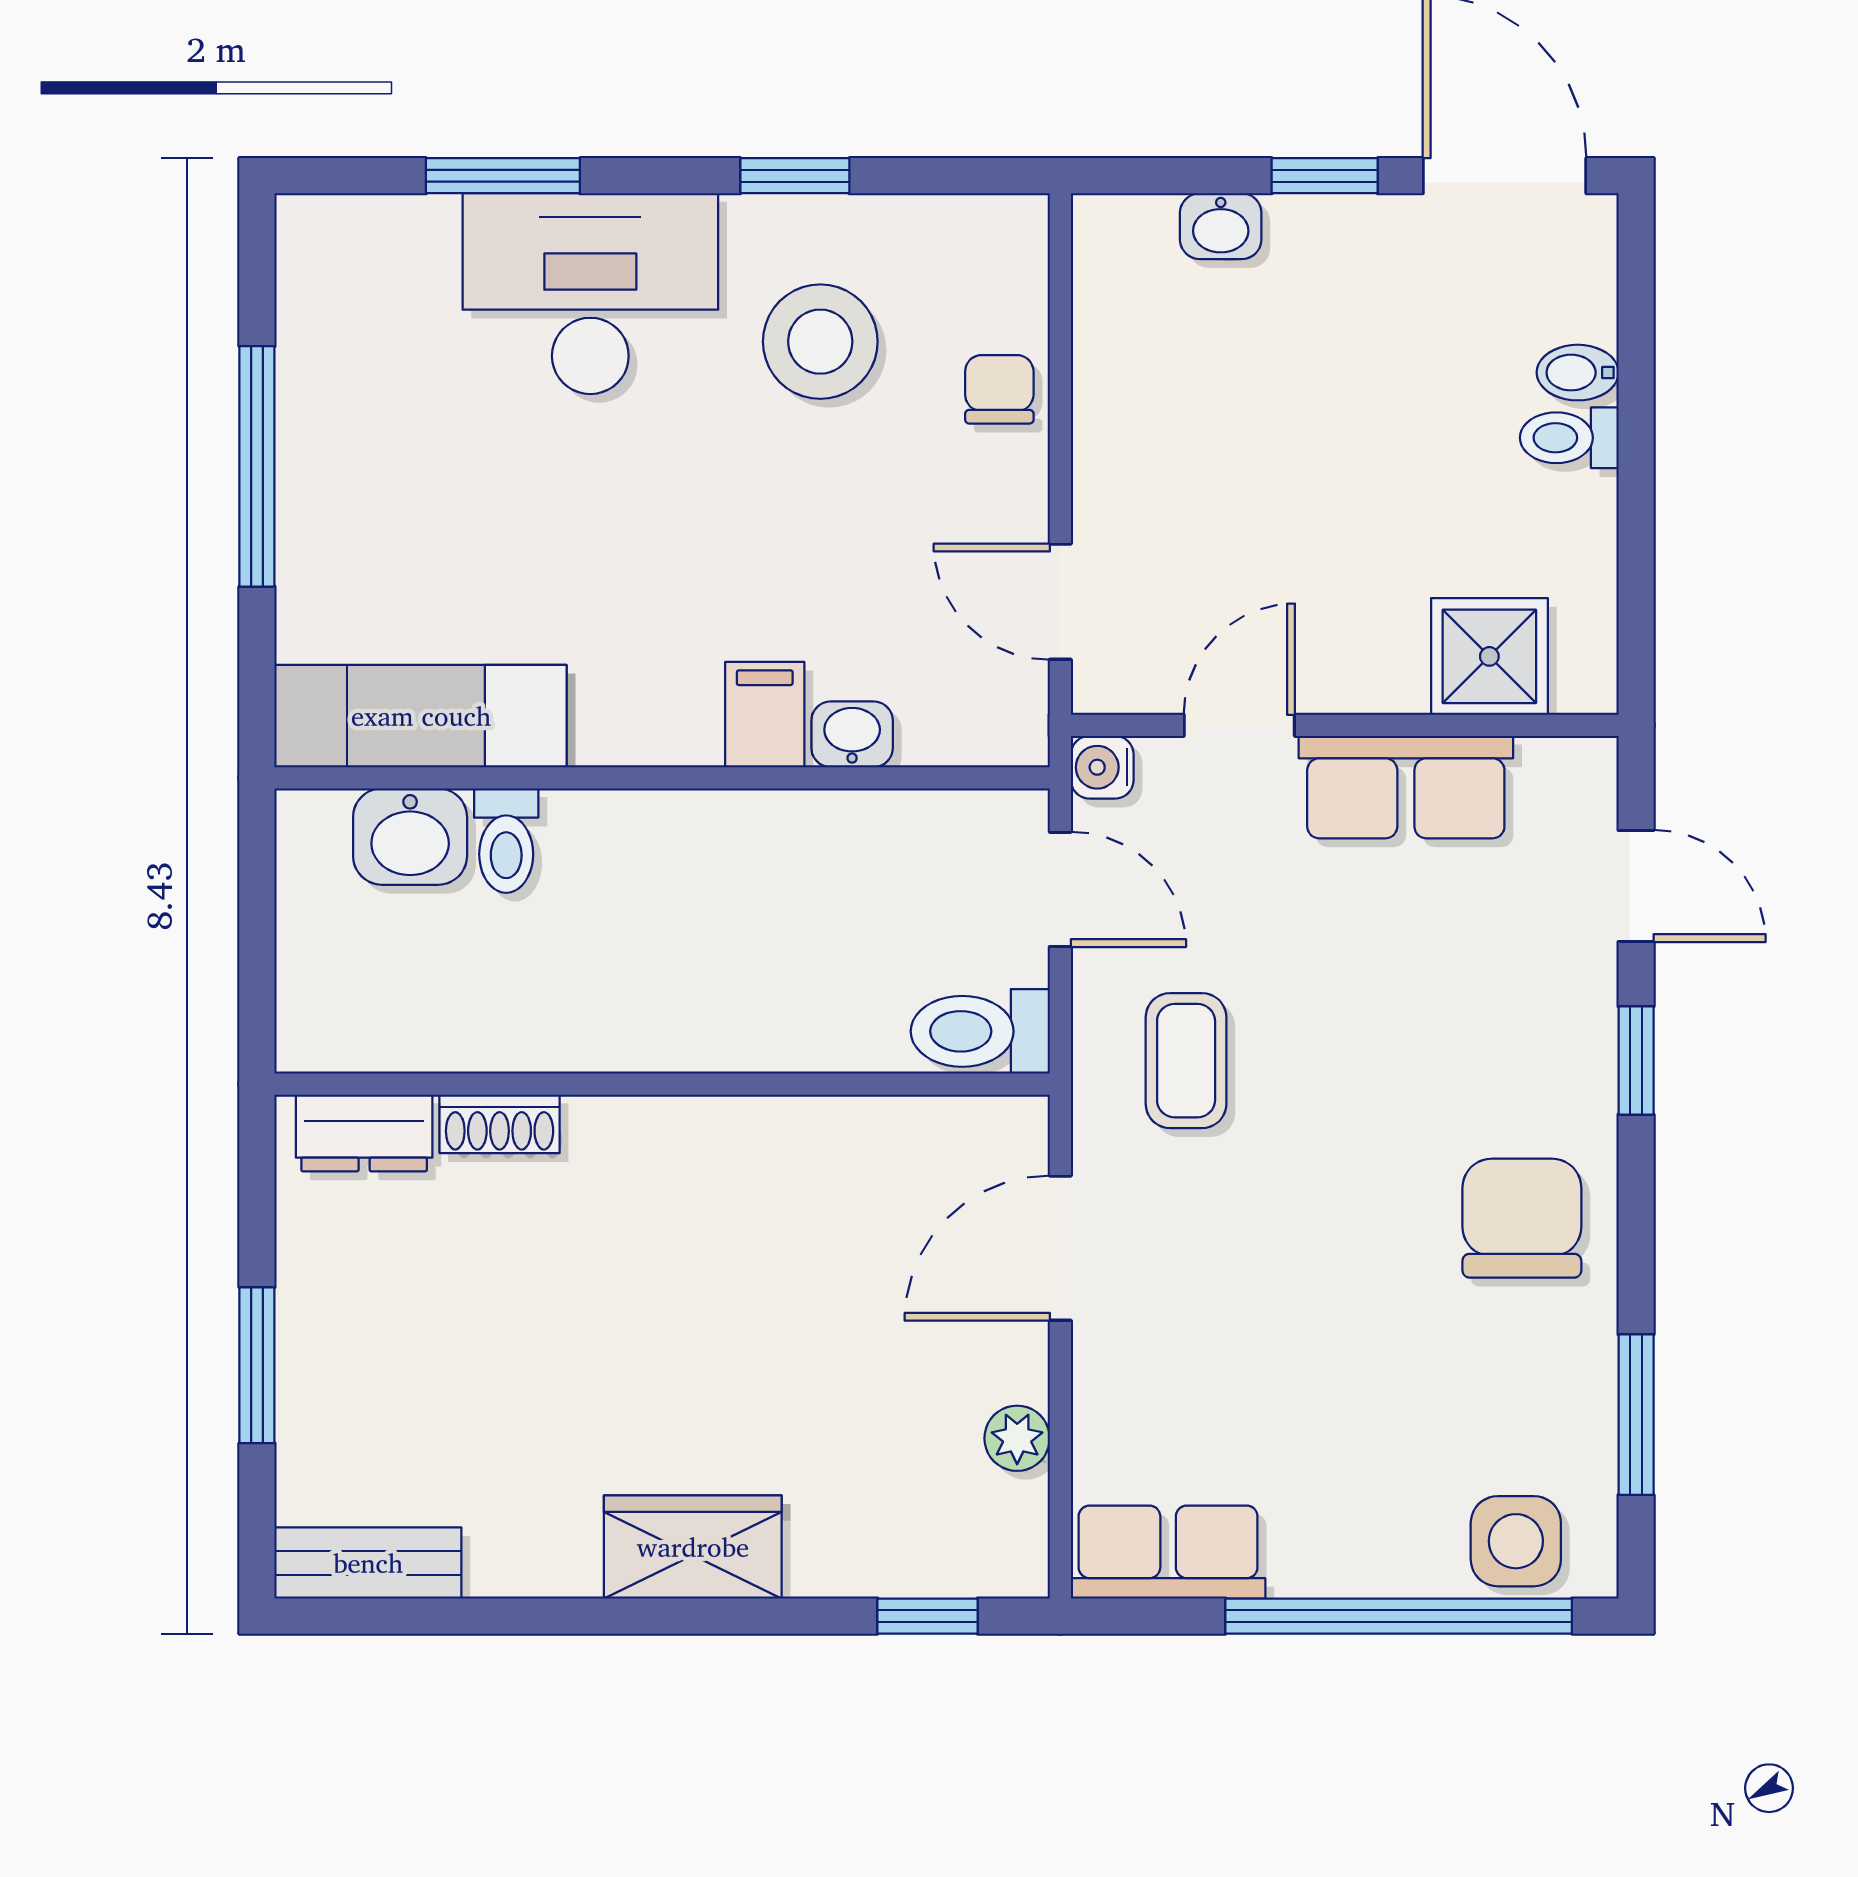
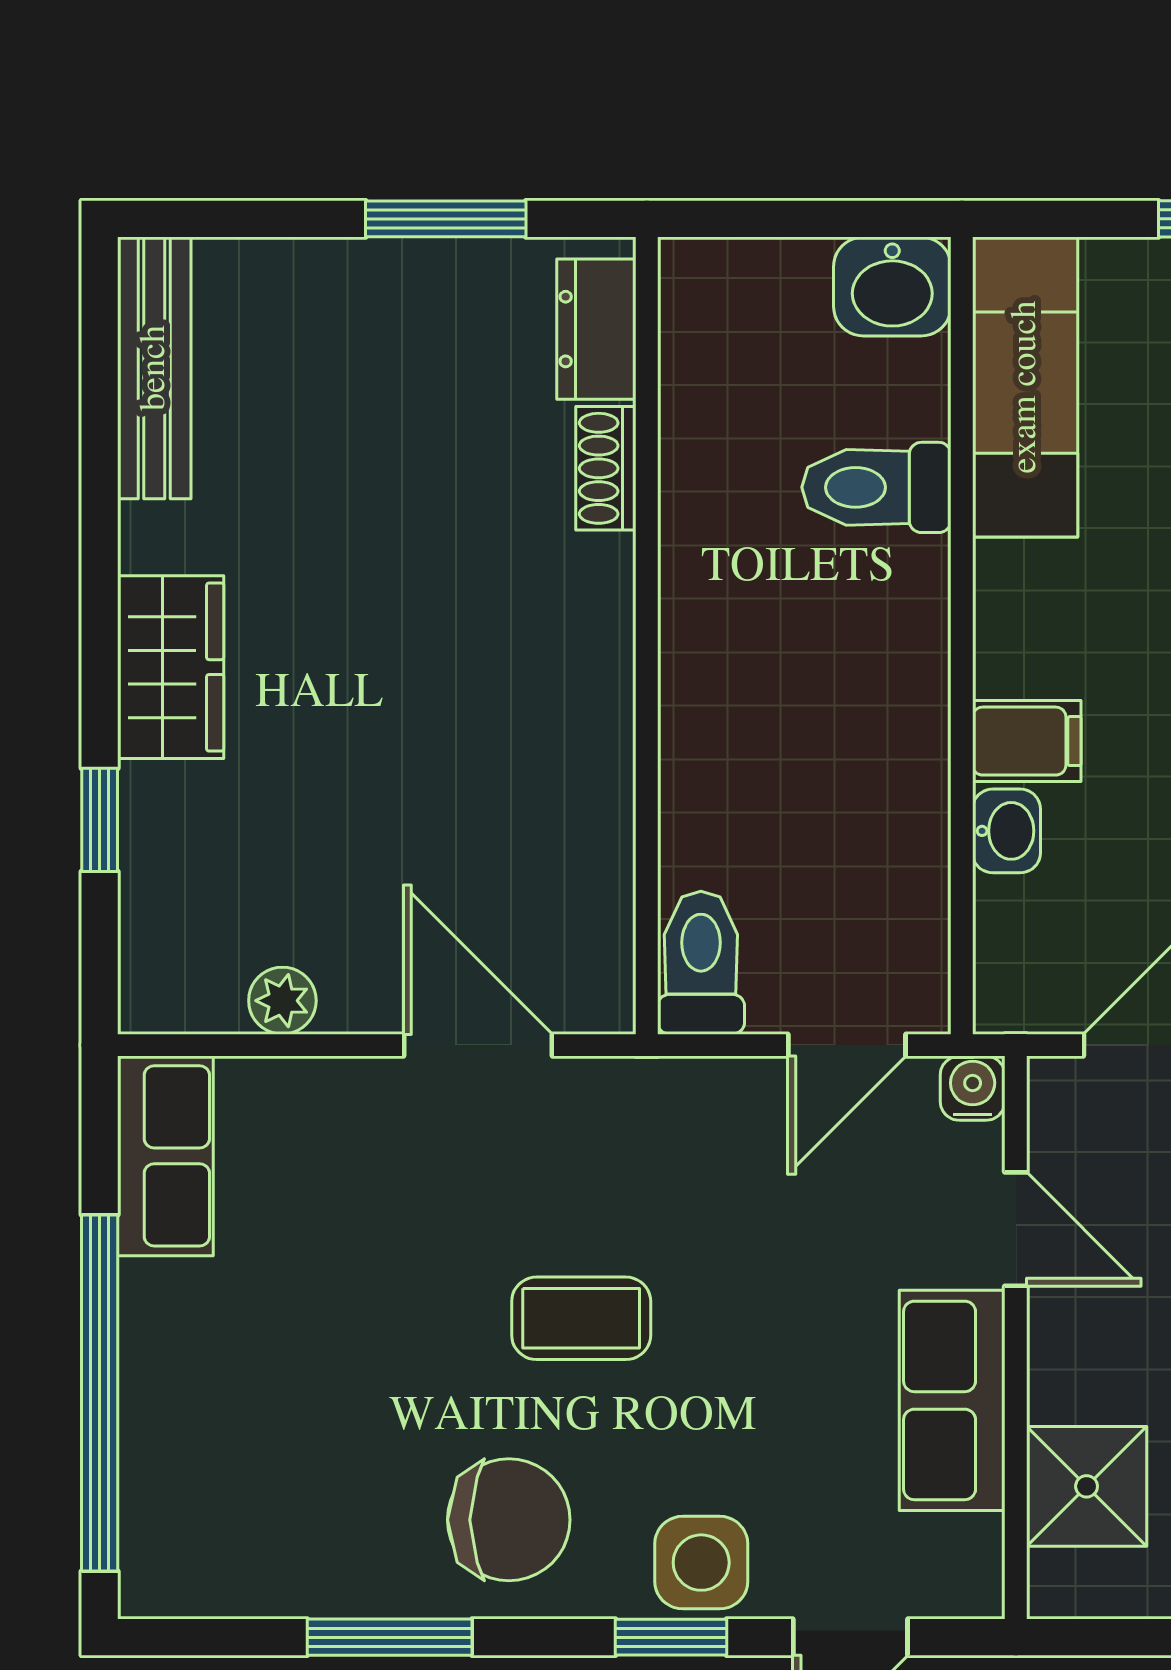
washbasin: (410, 837) -> (892, 286), moved, turned -90
toilet: (506, 841) -> (876, 487), width x1.37, depth x1.39
coffee table: (1186, 1061) -> (581, 1318), moved
window: (257, 1365) -> (446, 219), moved
window: (1636, 1415) -> (390, 1637), moved
side table: (1516, 1541) -> (701, 1563), moved
bench: (368, 1563) -> (154, 368), width x1.36
window: (928, 1616) -> (100, 820), moved

